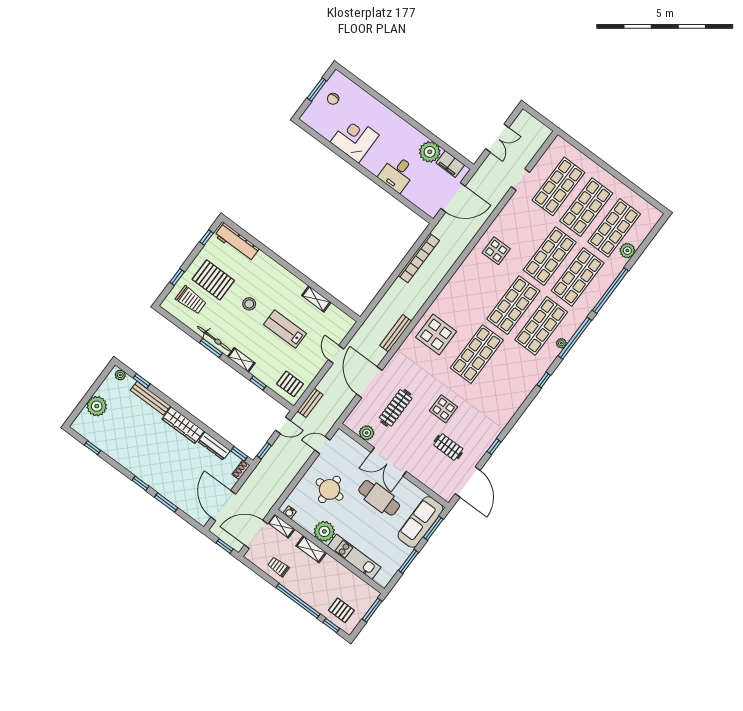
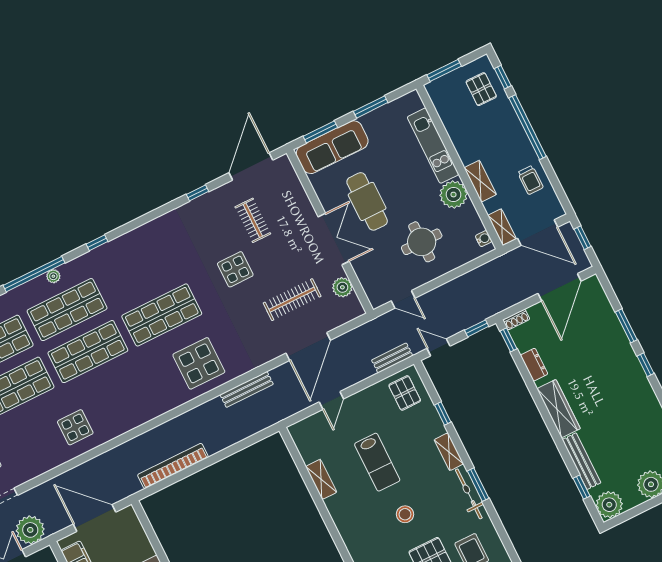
plant: (492, 168) -> (30, 530), added
plant: (120, 375) -> (609, 505), width x1.88, depth x1.88
dresser: (214, 446) -> (534, 365), width x0.70

